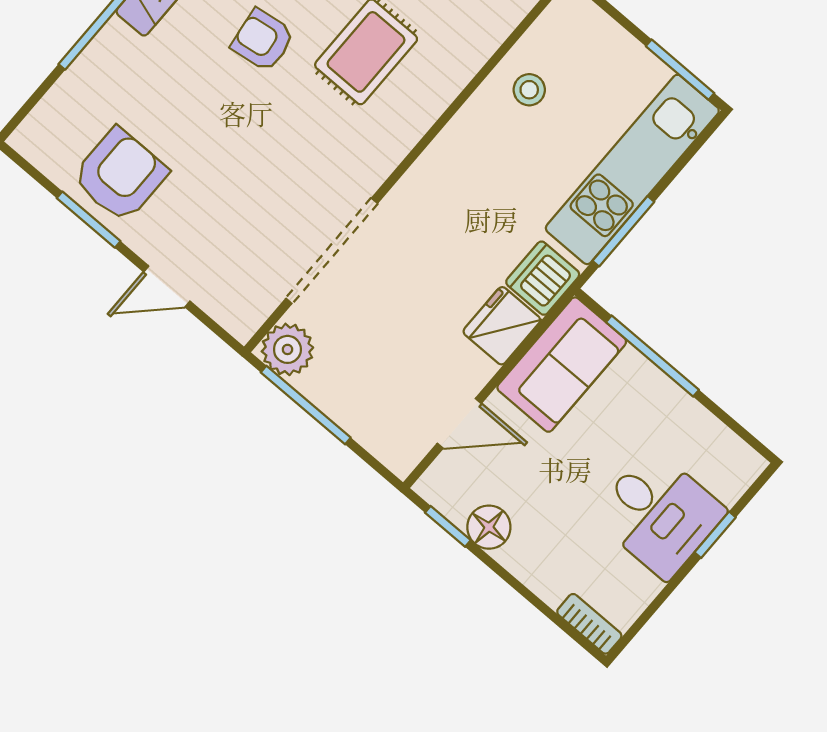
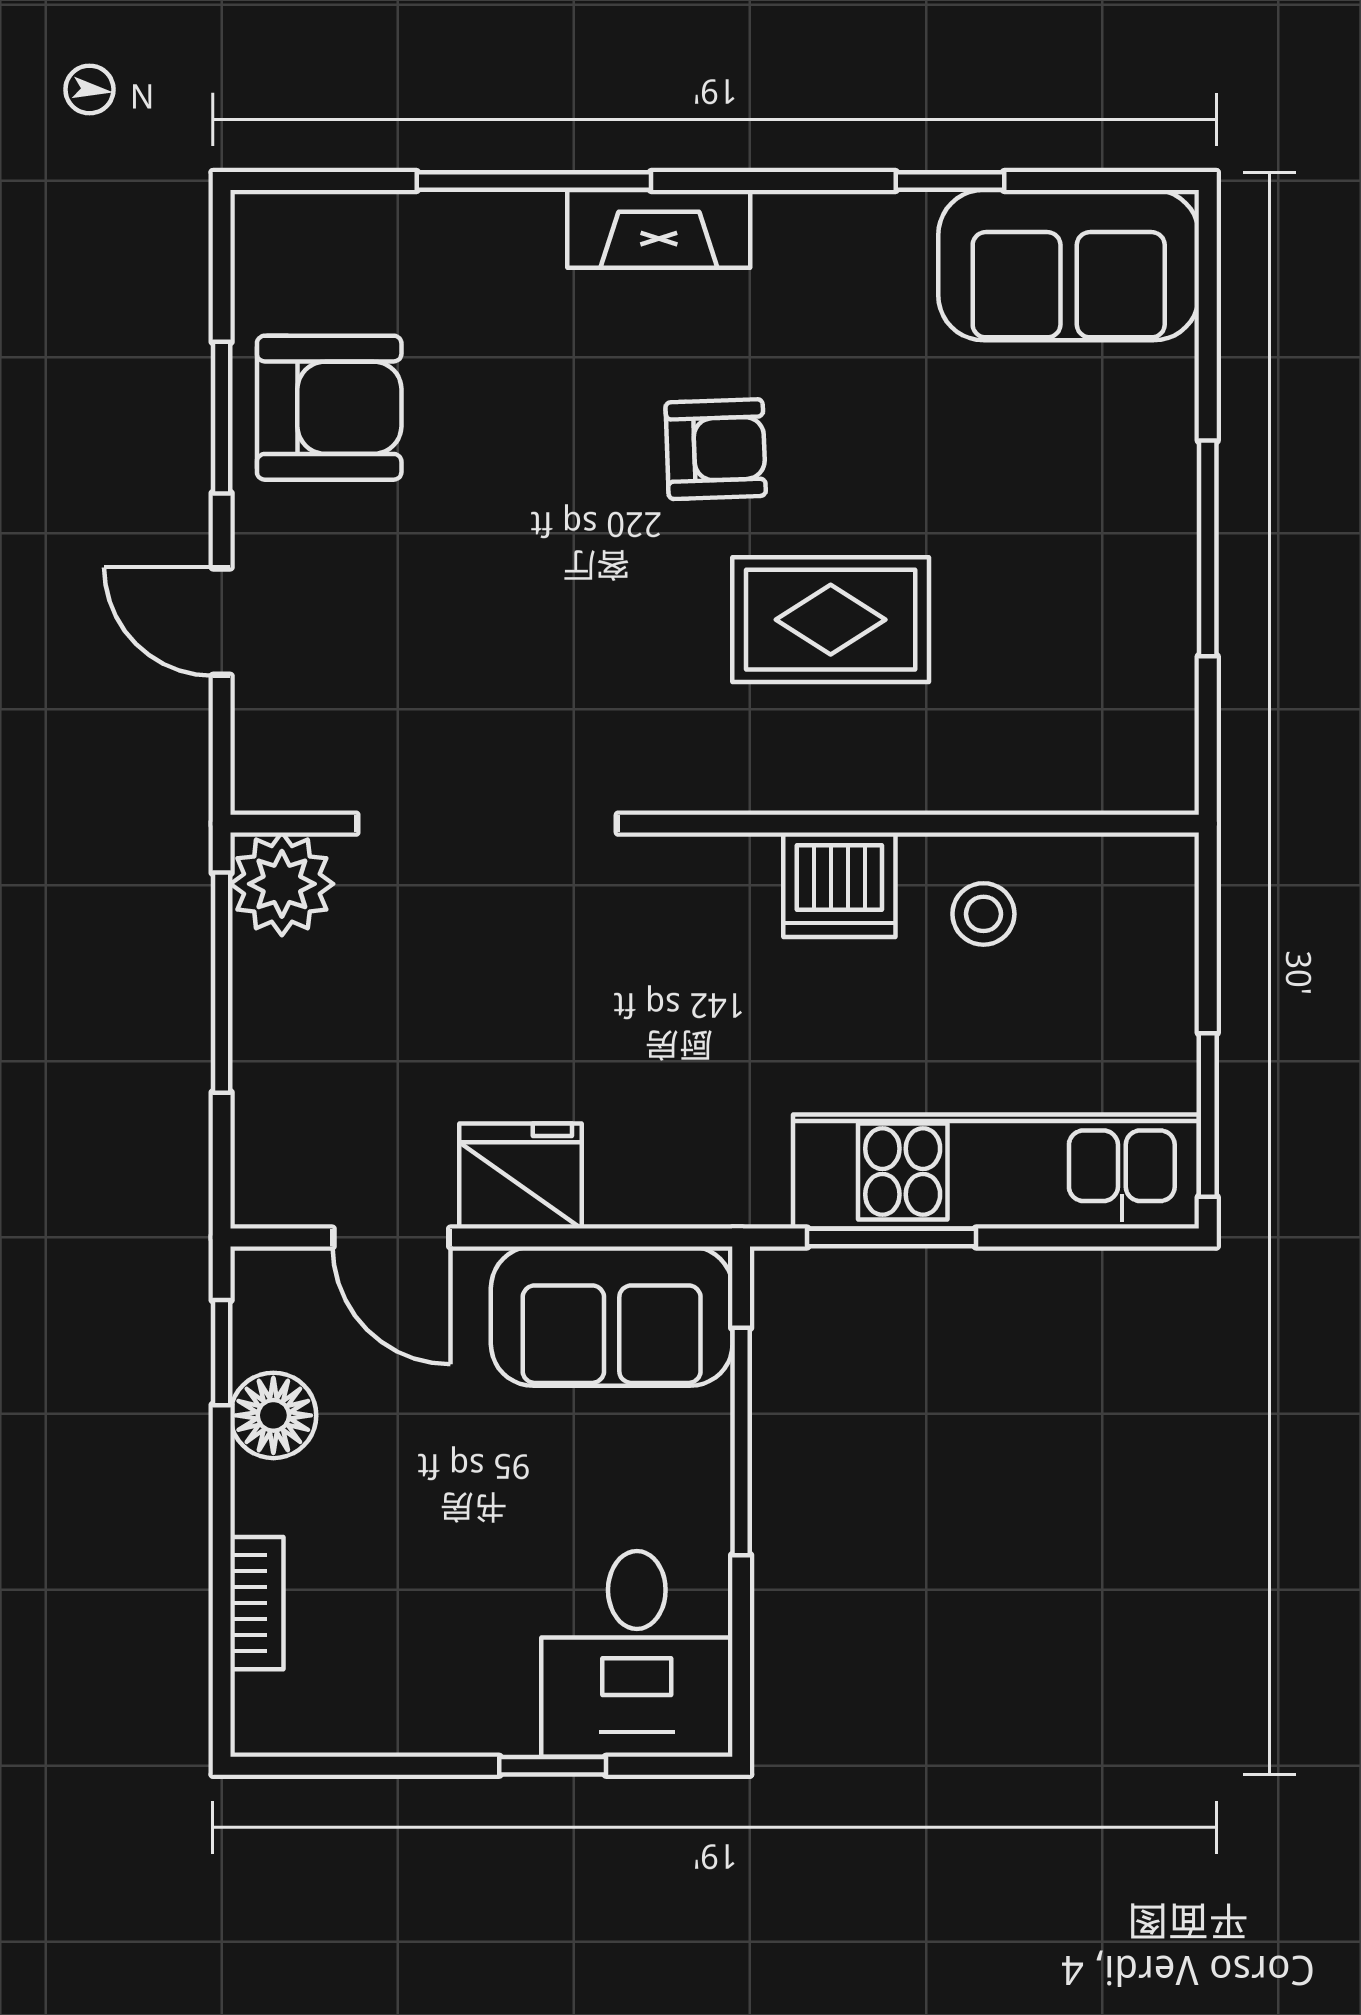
armchair: (263, 40) -> (716, 449), turned 96
dishwasher: (543, 278) -> (839, 885), moved, turned 180
fridge: (502, 326) -> (521, 1176), moved
desk: (659, 514) -> (637, 1654), moved
bookcase: (589, 624) -> (257, 1603), moved

